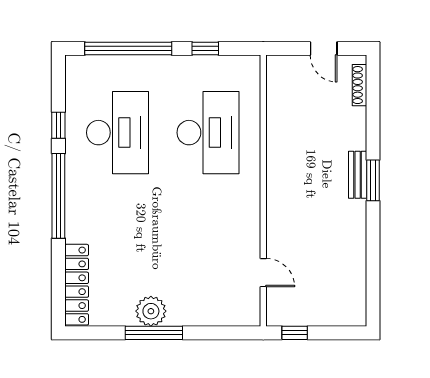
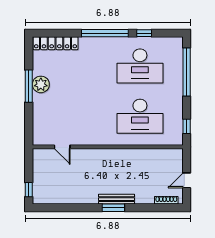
window: (205, 49) -> (187, 126), moved
bench: (358, 175) -> (117, 199), width x1.36
door: (263, 273) -> (62, 147), hinge flipped
window: (295, 333) -> (29, 190), moved

